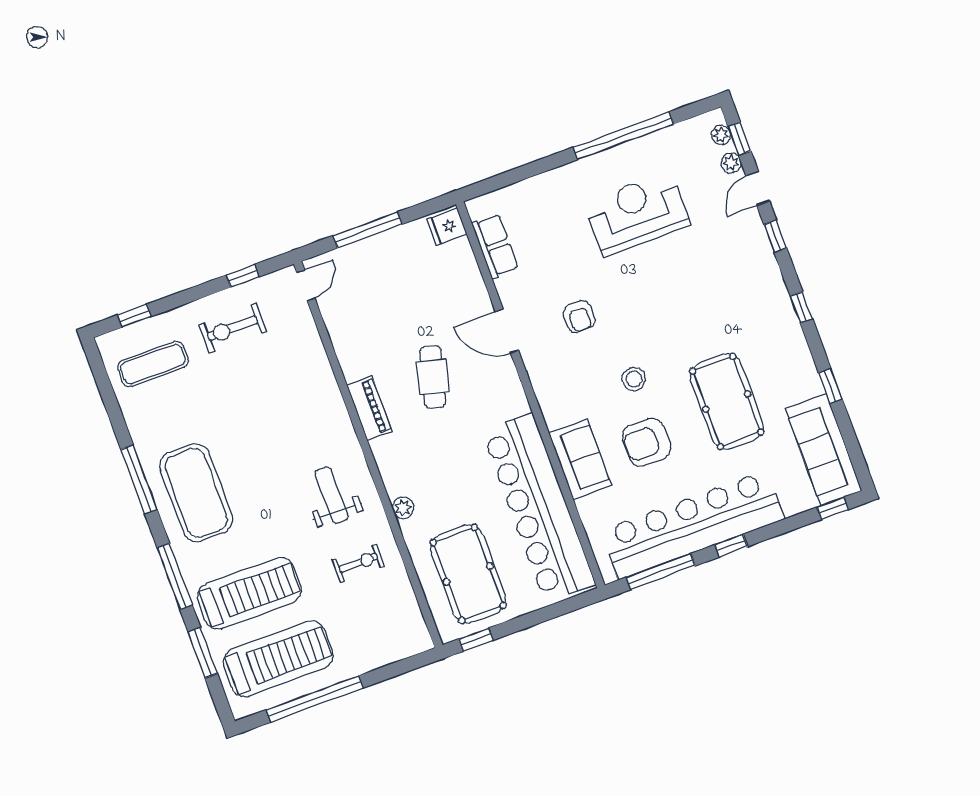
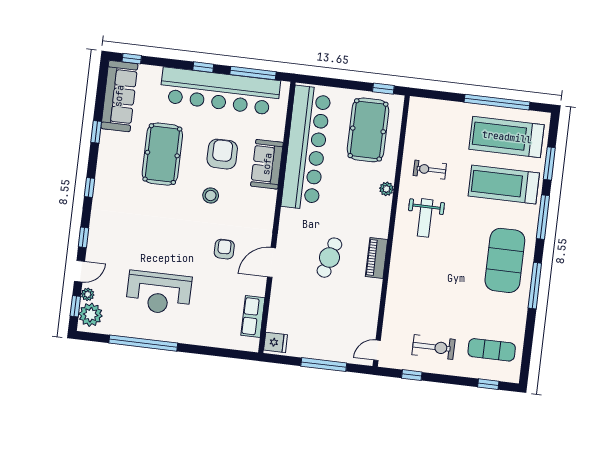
plant: (721, 135) -> (91, 315), width x1.88, depth x1.88
door: (507, 331) -> (272, 262), swing flipped
armchair: (647, 442) -> (222, 154), turned -90

